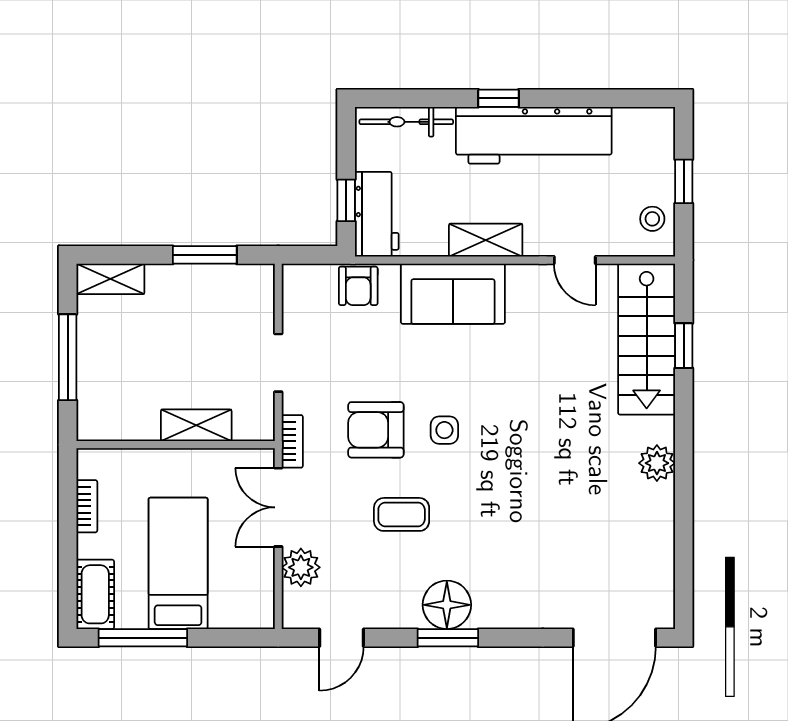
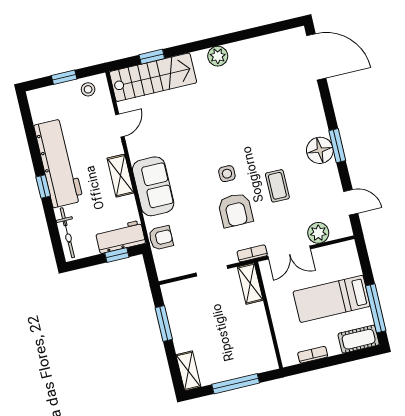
shelving: (196, 425) -> (250, 284), moved

